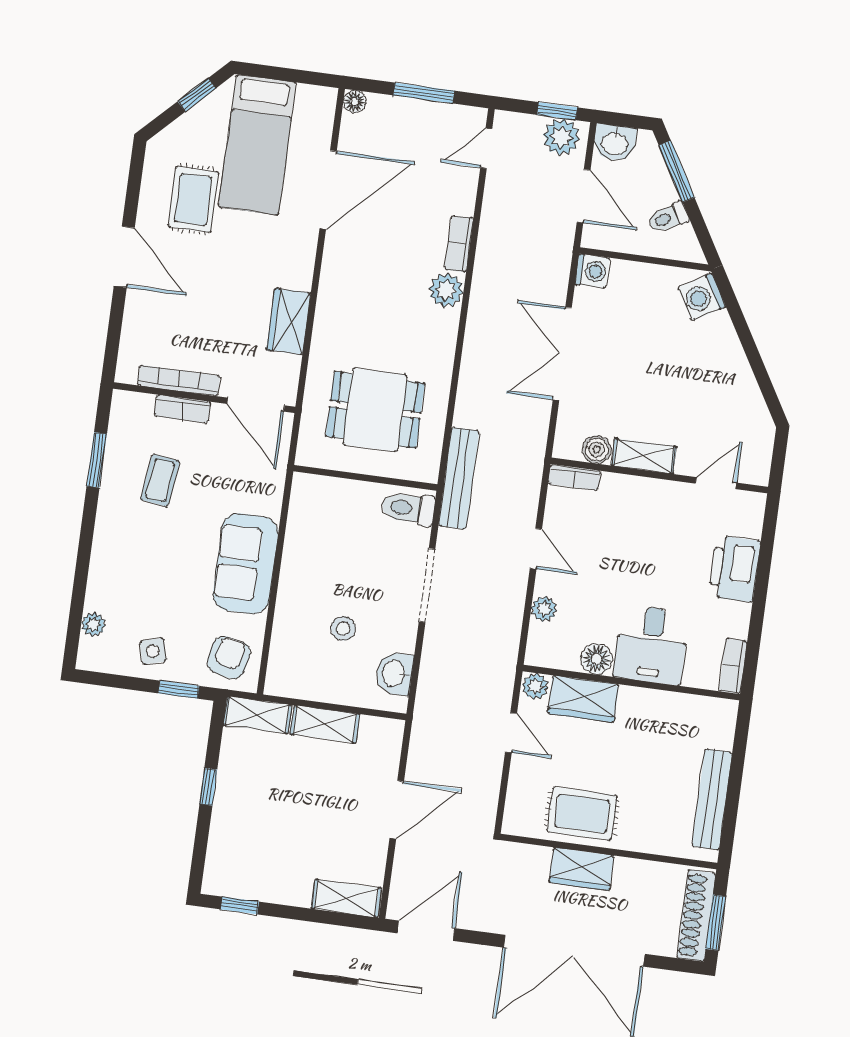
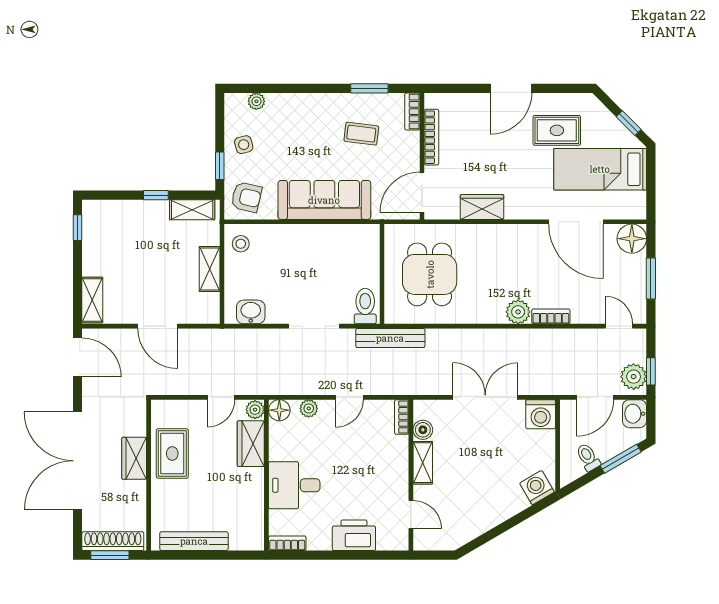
floor lamp: (355, 102) -> (632, 239), width x1.89, depth x1.89
washing machine: (592, 271) -> (541, 414), width x1.38, depth x1.38
bookcase: (182, 409) -> (412, 112), moved
sofa: (246, 564) -> (324, 200), width x1.36
stool: (343, 628) -> (241, 244), moved
floor lamp: (597, 659) -> (279, 410), moved
shelving: (257, 715) -> (192, 210), moved, turned 90

